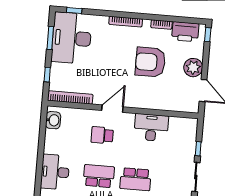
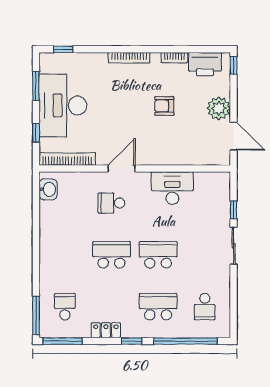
desk: (72, 38) -> (63, 105), moved
armchair: (150, 62) -> (164, 106), width x0.53, depth x0.53
desk: (55, 172) -> (56, 254), removed
school desk: (136, 179) -> (158, 255), turned 180

